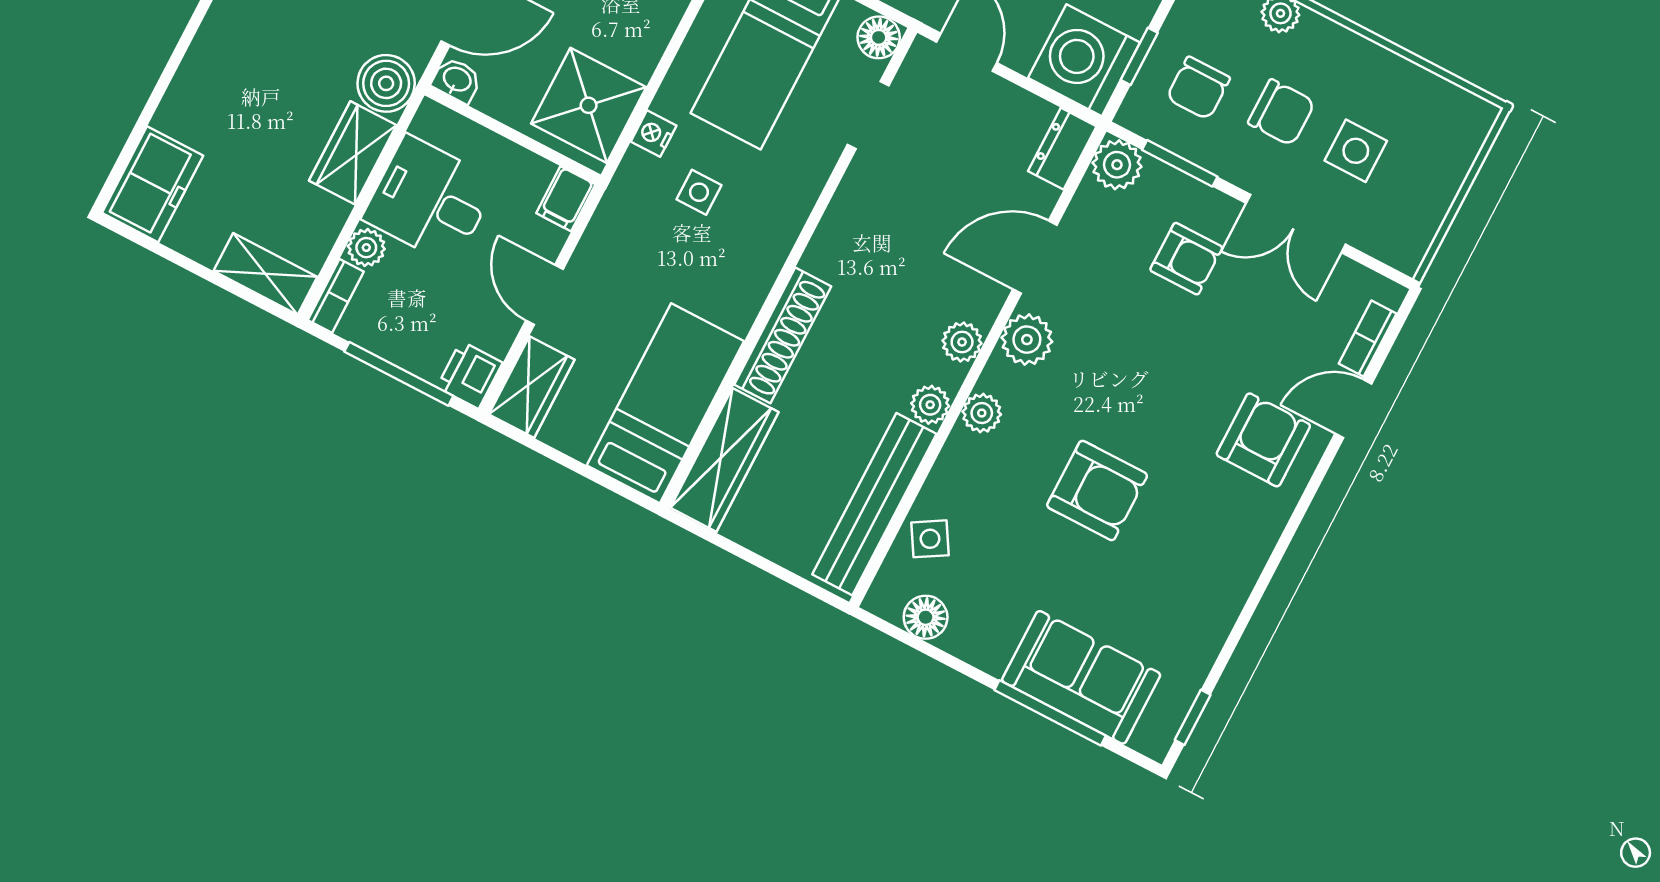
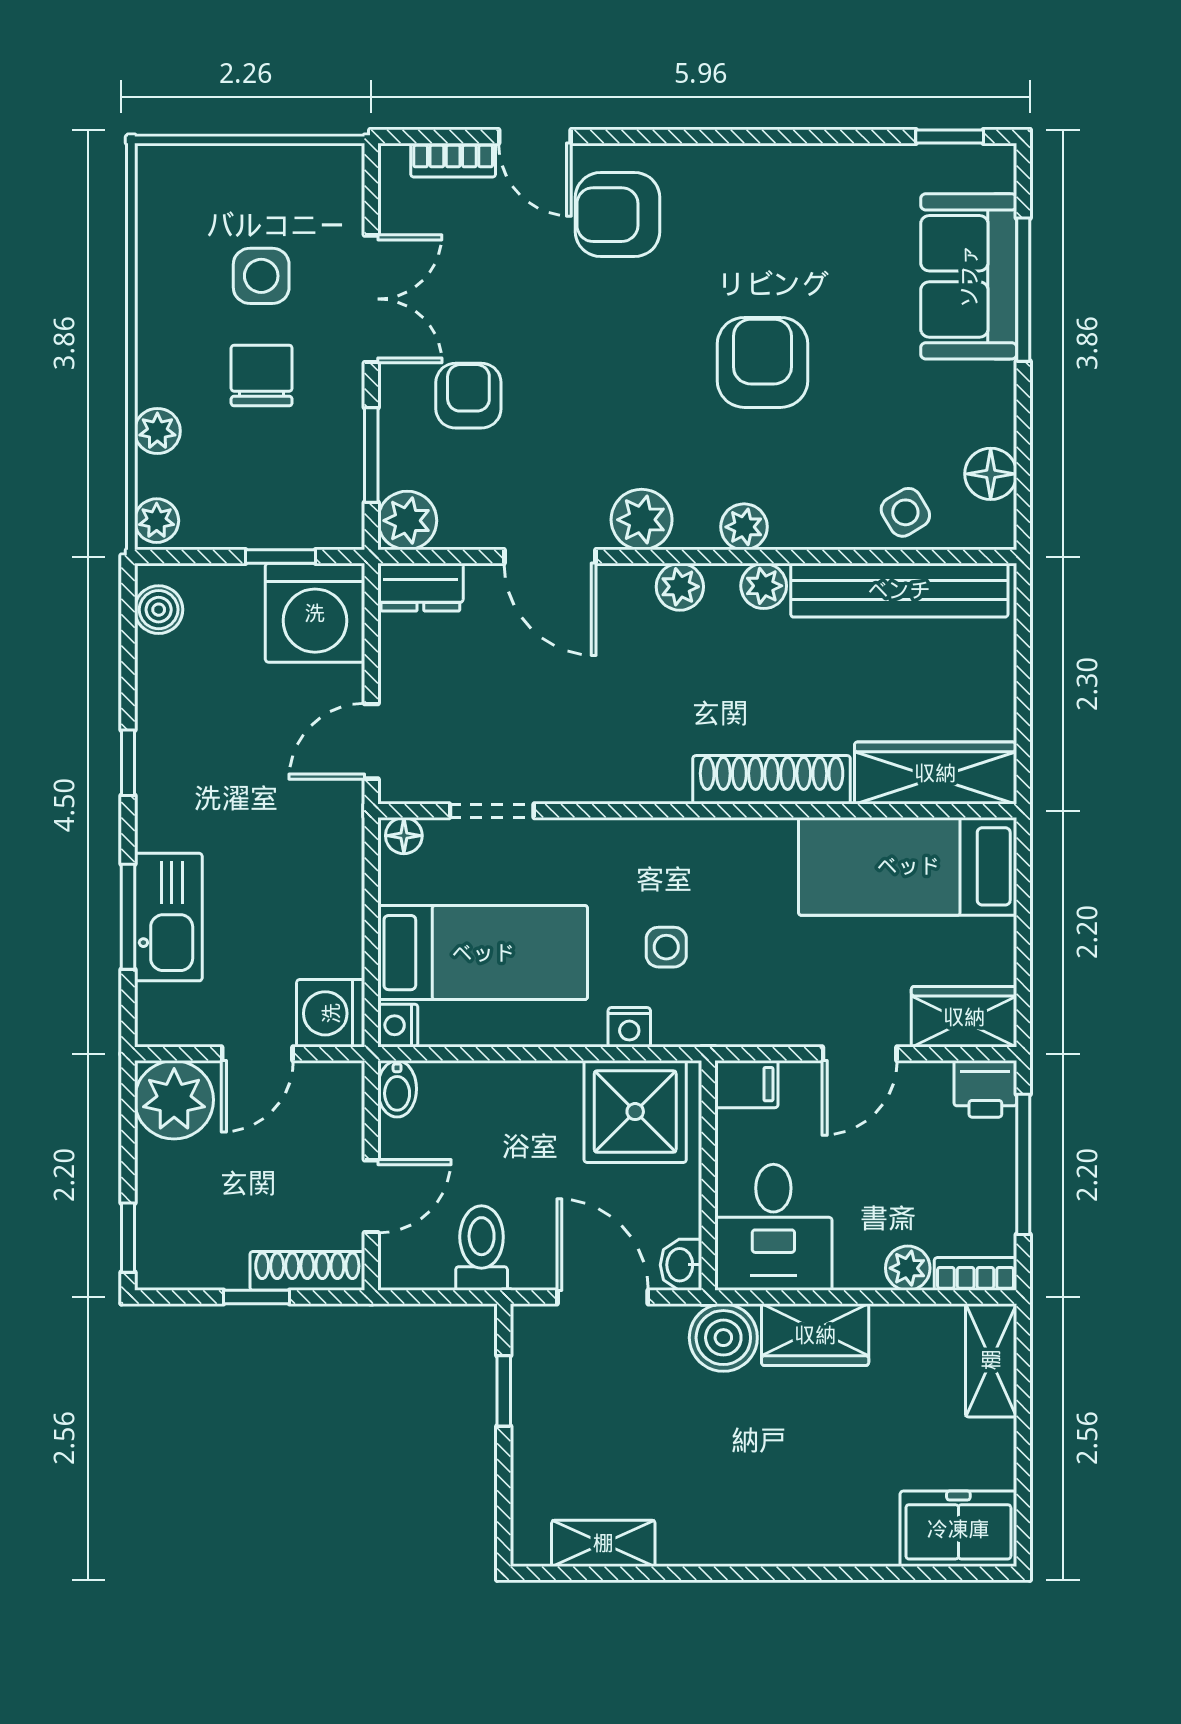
floor lamp: (879, 37) -> (404, 836), width x0.73, depth x0.73
chair: (1198, 88) -> (282, 477), removed
desk: (430, 200) -> (773, 1227), moved

